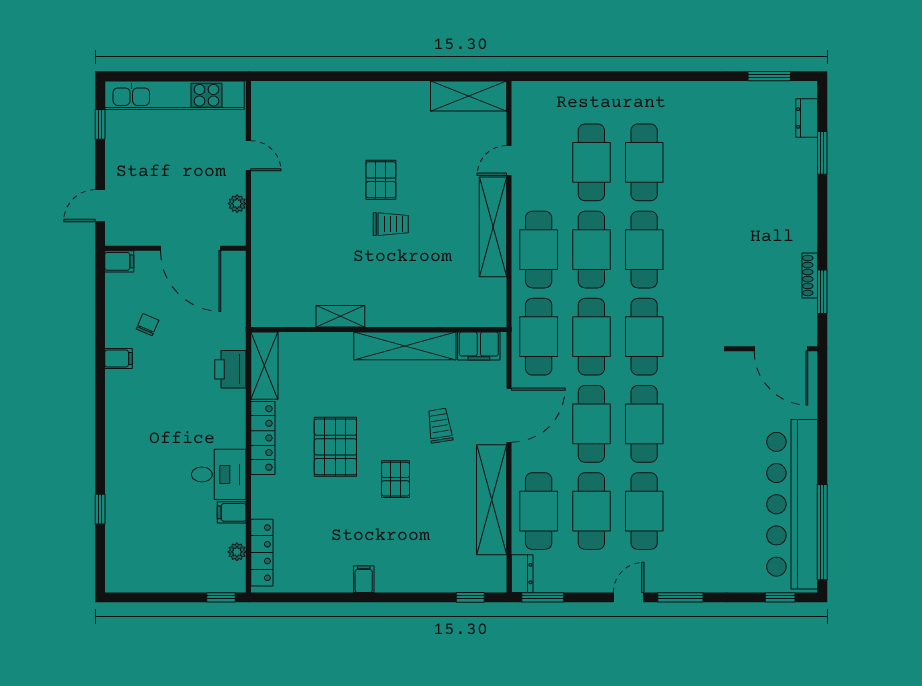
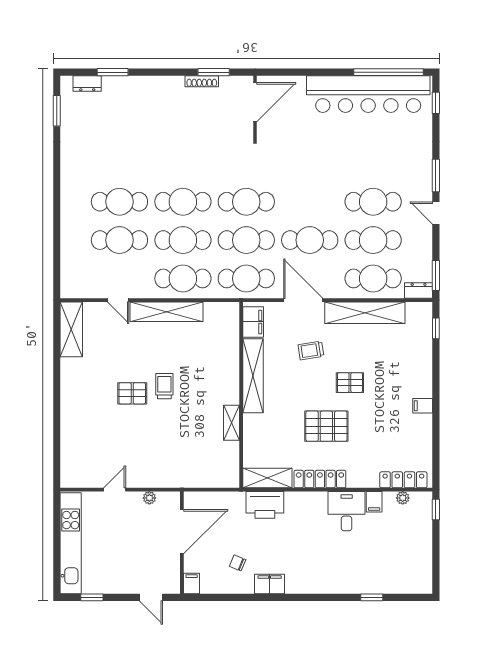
filing cabinet: (119, 358) -> (270, 584), width x2.00
printer: (230, 369) -> (265, 505), width x1.37, depth x1.19
cafe table: (644, 424) -> (310, 202), removed

